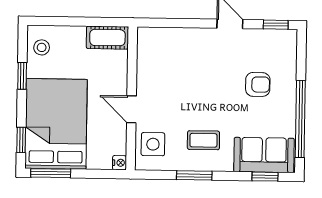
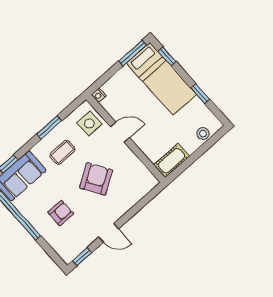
stool: (42, 47) -> (203, 134), moved
armchair: (258, 84) -> (61, 213), turned 180
armchair: (195, 86) -> (96, 179), added
bed: (56, 124) -> (161, 79), width x0.67

